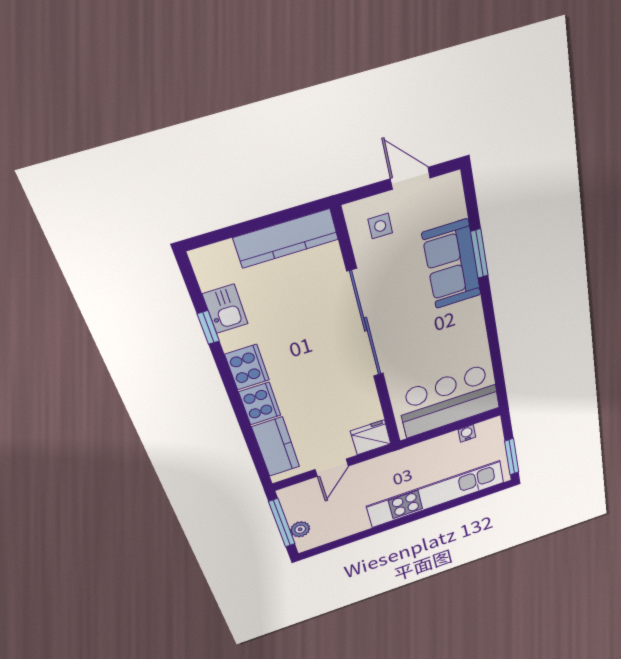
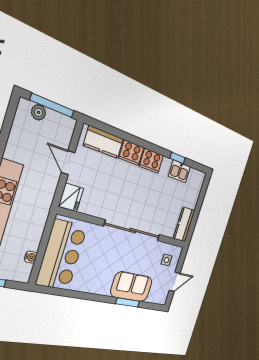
kitchen counter: (286, 239) -> (184, 224), width x0.67

